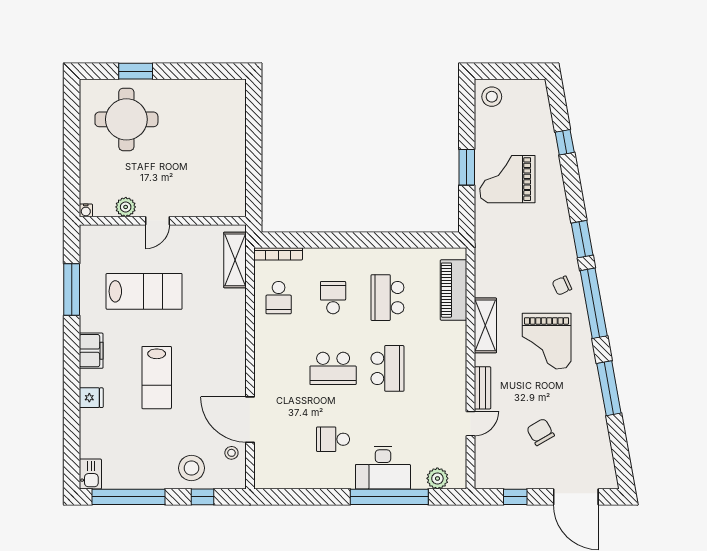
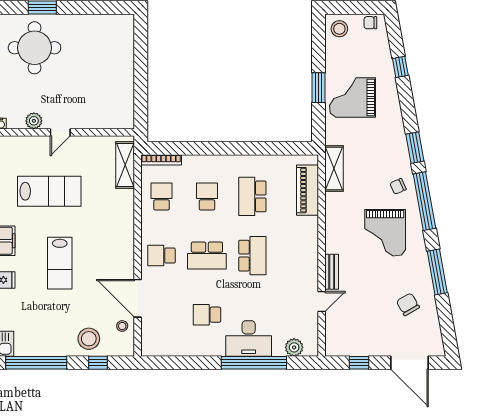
chair: (529, 89) -> (370, 23), added
school desk: (279, 298) -> (162, 196), turned 180
shelving: (485, 325) -> (334, 168), moved
school desk: (279, 368) -> (162, 256), added
chair: (540, 432) -> (408, 304), moved

